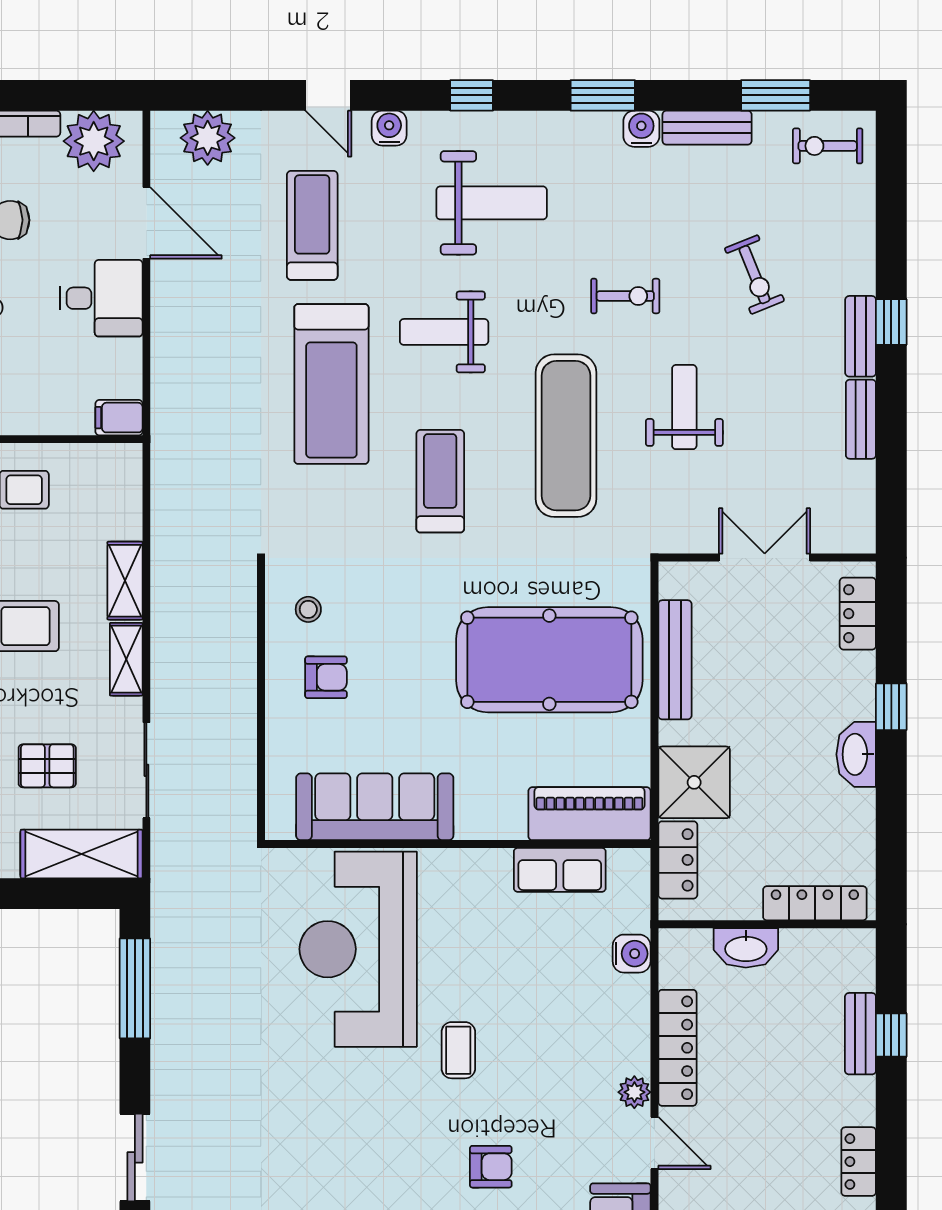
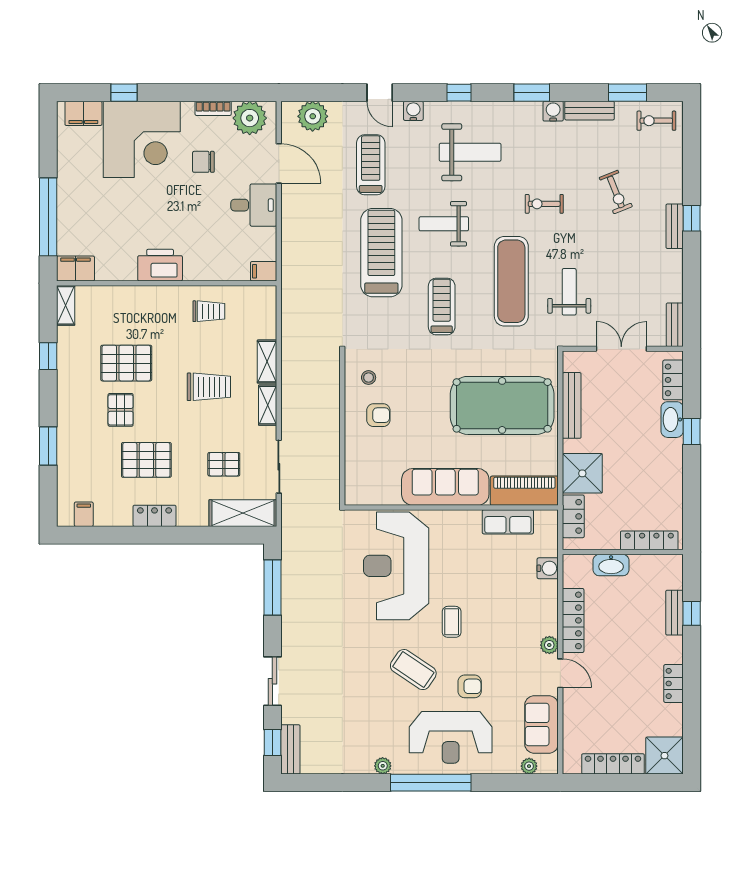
exercise bike: (625, 296) -> (544, 204), turned 180
treadmill: (331, 384) -> (381, 253), turned 180
weight bench: (684, 407) -> (569, 292), moved
bench: (861, 419) -> (675, 325), moved
washbasin: (856, 754) -> (672, 420), moved
sofa: (375, 807) -> (445, 487), moved
coffee table: (389, 1136) -> (413, 670), added

